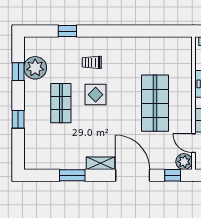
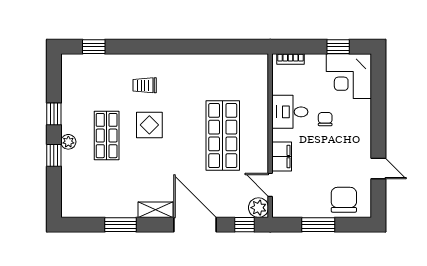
window: (67, 31) -> (94, 47), moved
plant: (35, 68) -> (68, 142), moved, width x0.53, depth x0.53
window: (18, 72) -> (54, 114), moved

